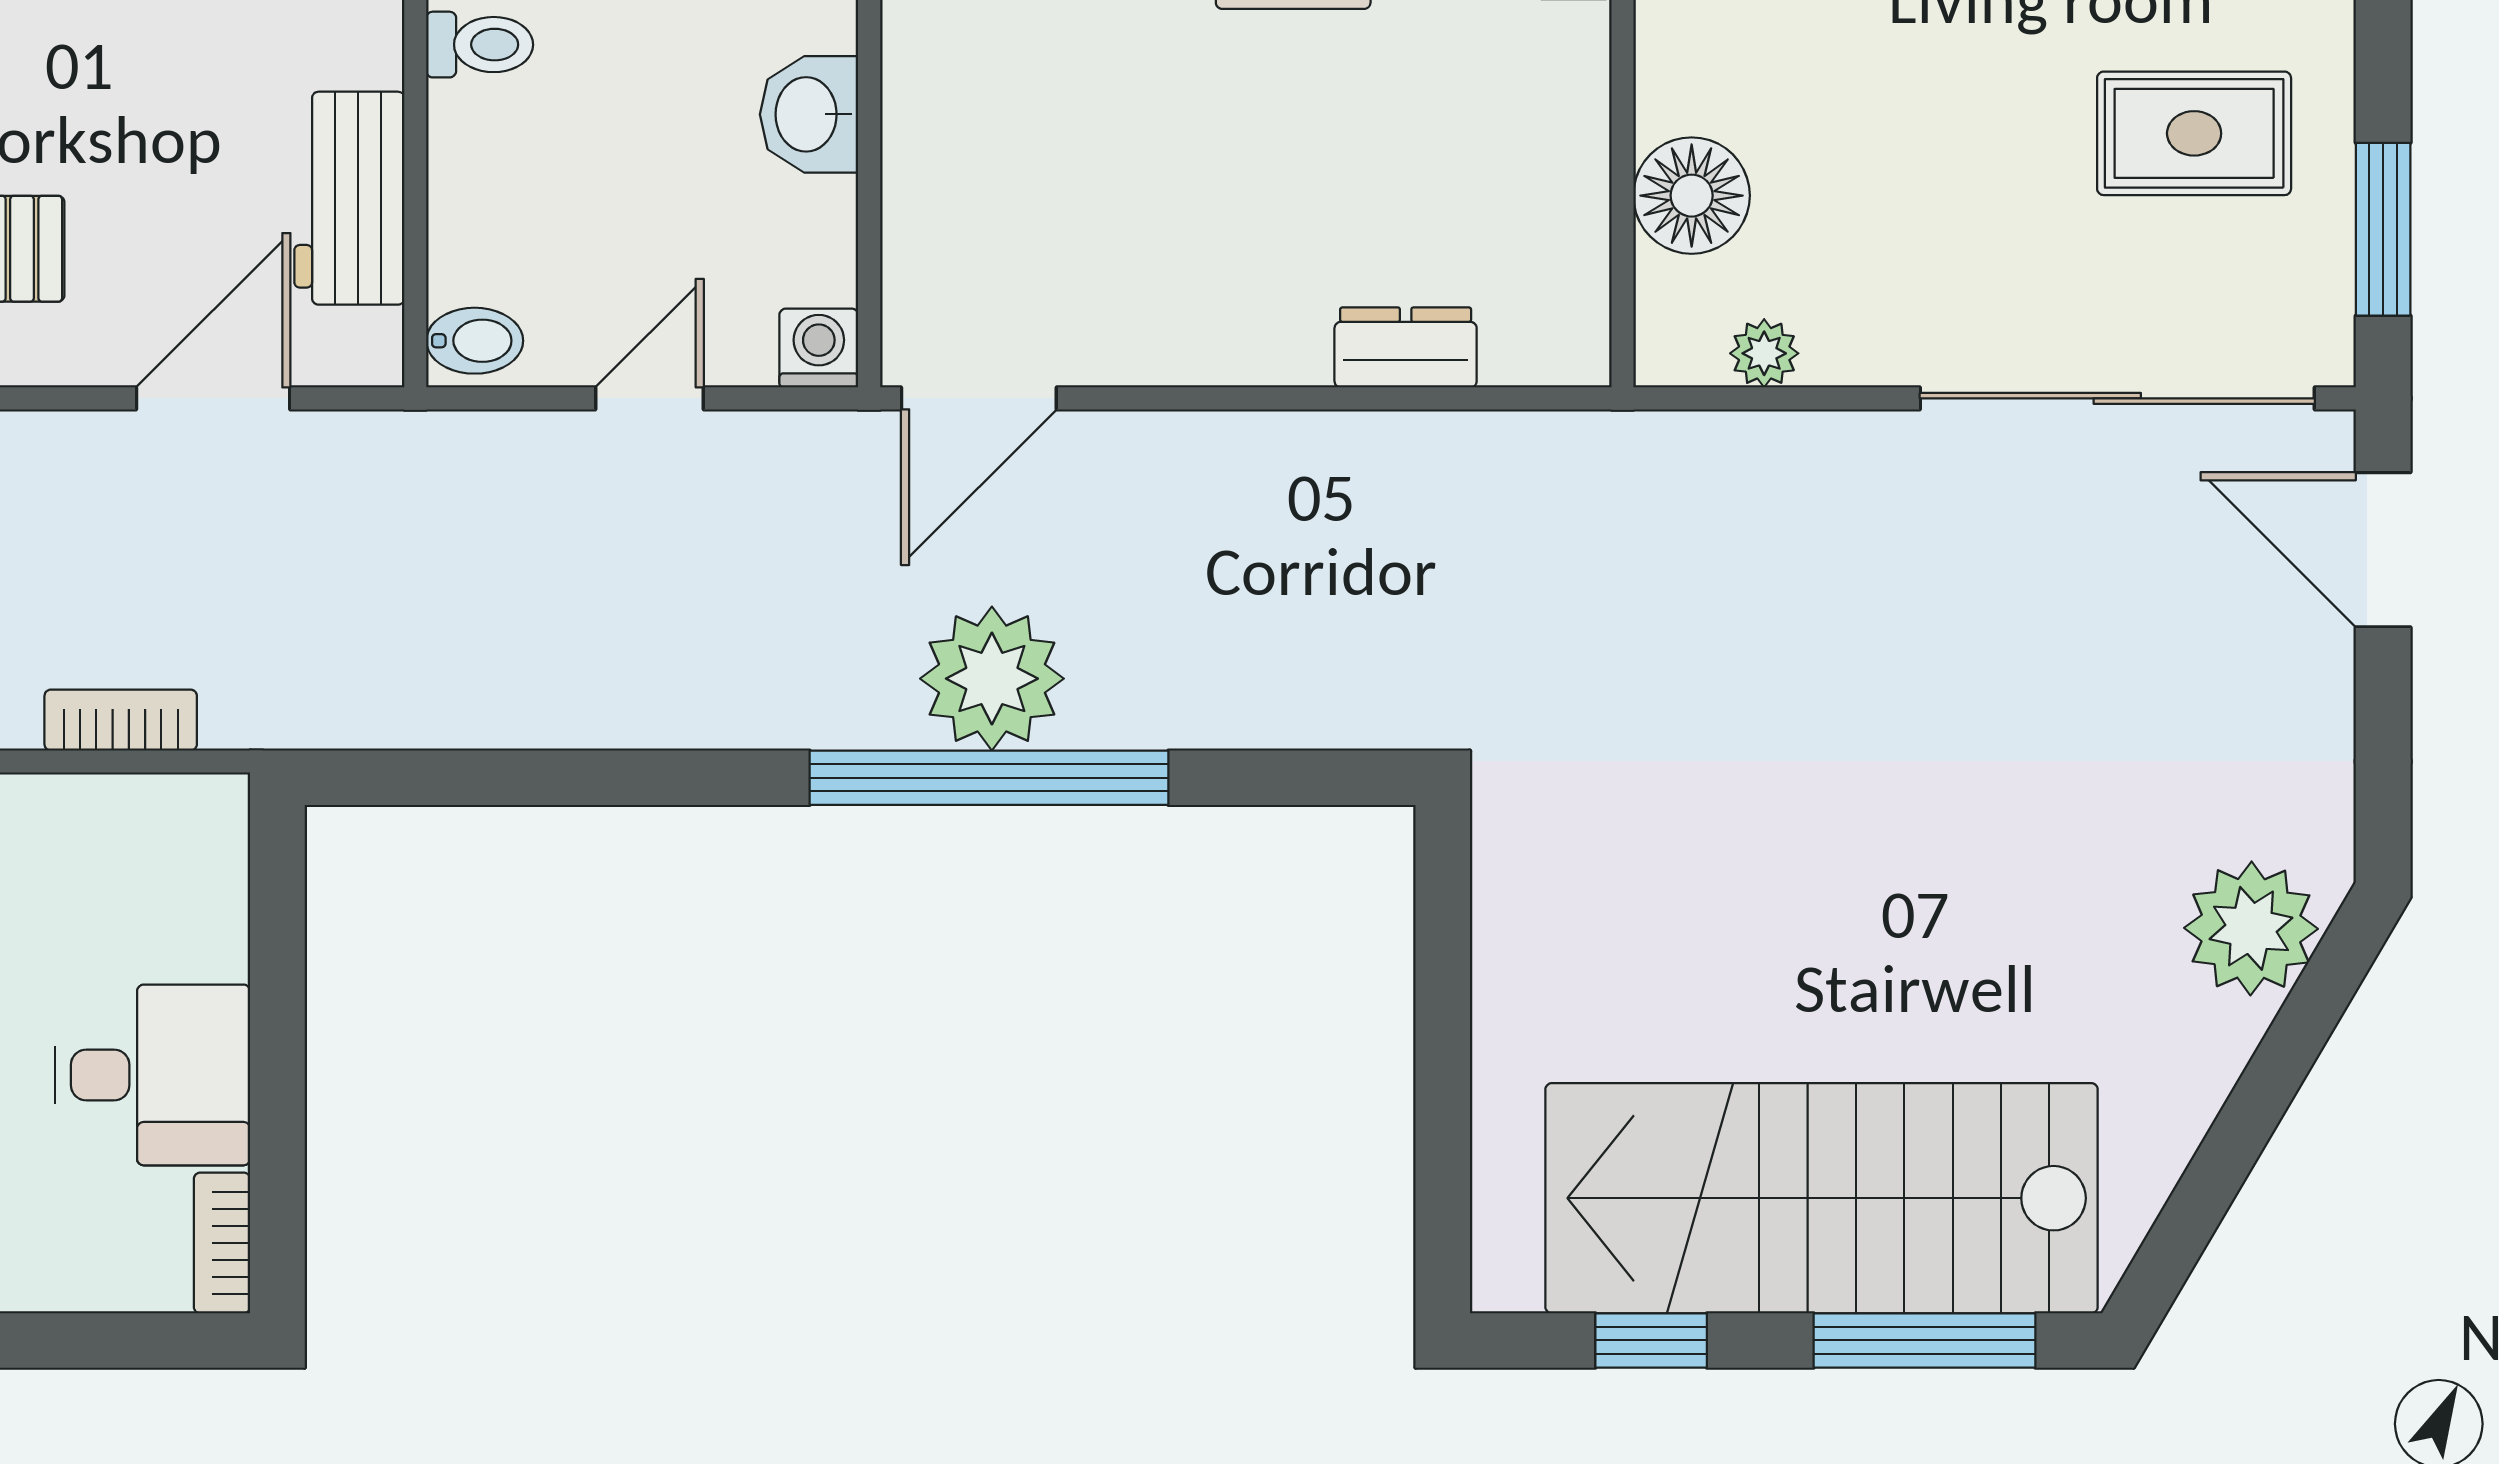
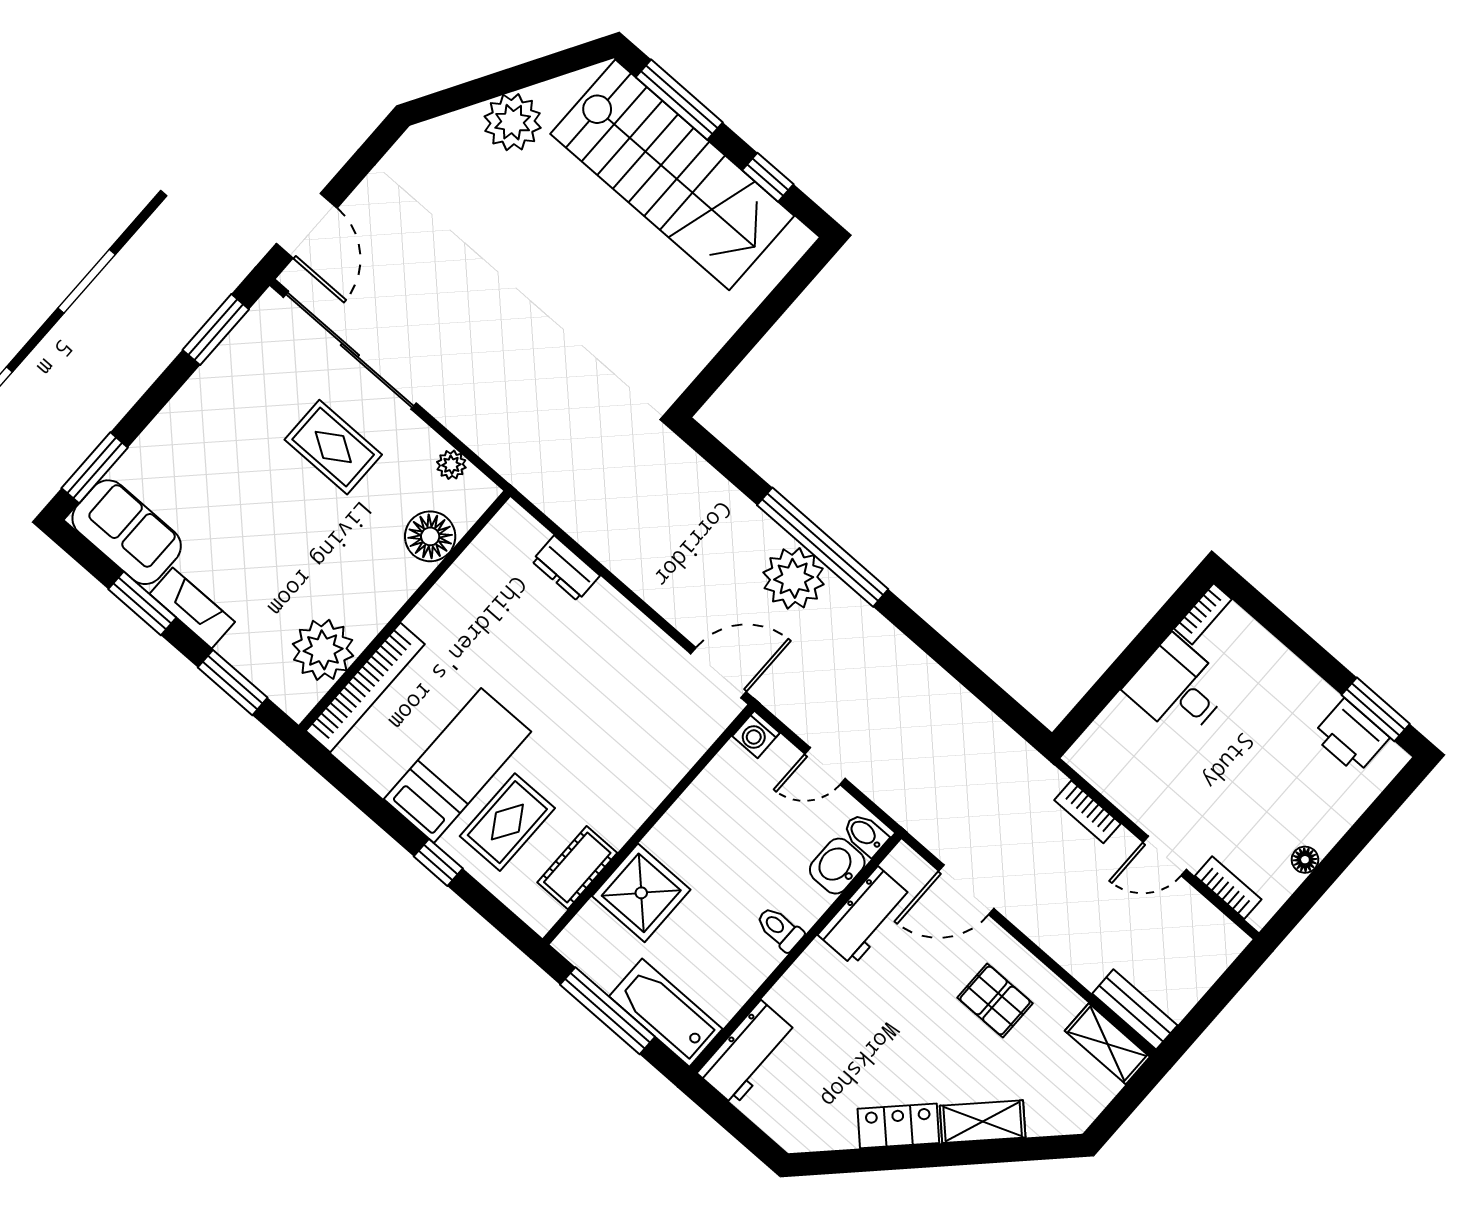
washbasin: (809, 114) -> (837, 866), moved, turned 180
rug: (2194, 133) -> (333, 447), moved
plant: (2251, 928) -> (513, 122), moved

